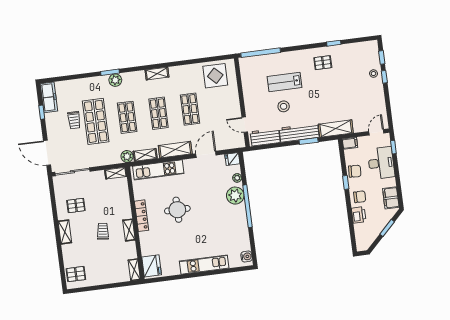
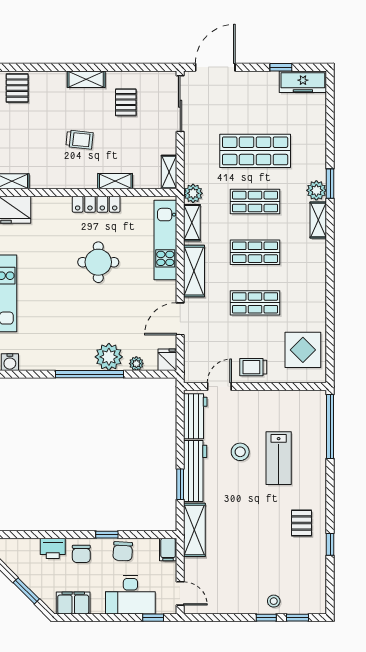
shelving: (157, 74) -> (318, 220), moved
lab bench: (284, 82) -> (279, 458), turned 180
trolley: (74, 120) -> (253, 367), moved
door: (206, 154) -> (180, 319), swing flipped
shelving: (129, 230) -> (115, 181), moved

